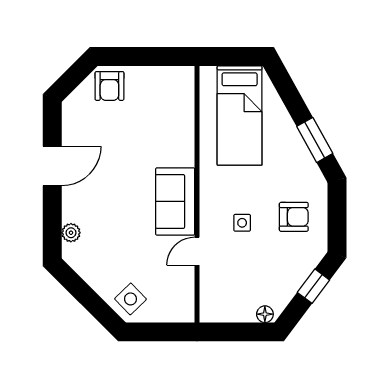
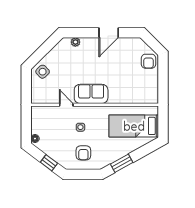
armchair: (109, 86) -> (148, 61), turned -90
door: (52, 166) -> (109, 33), hinge flipped

